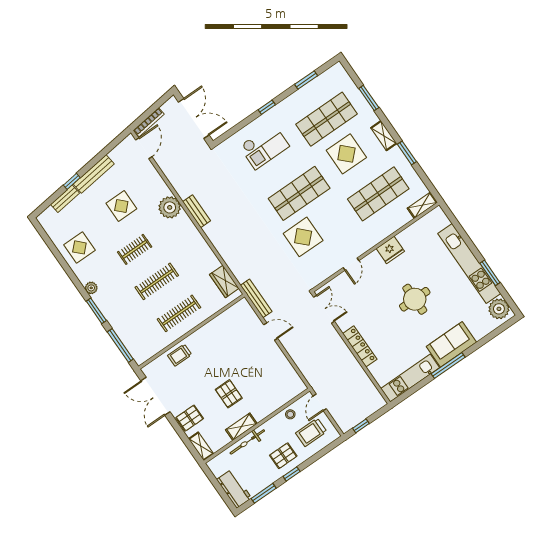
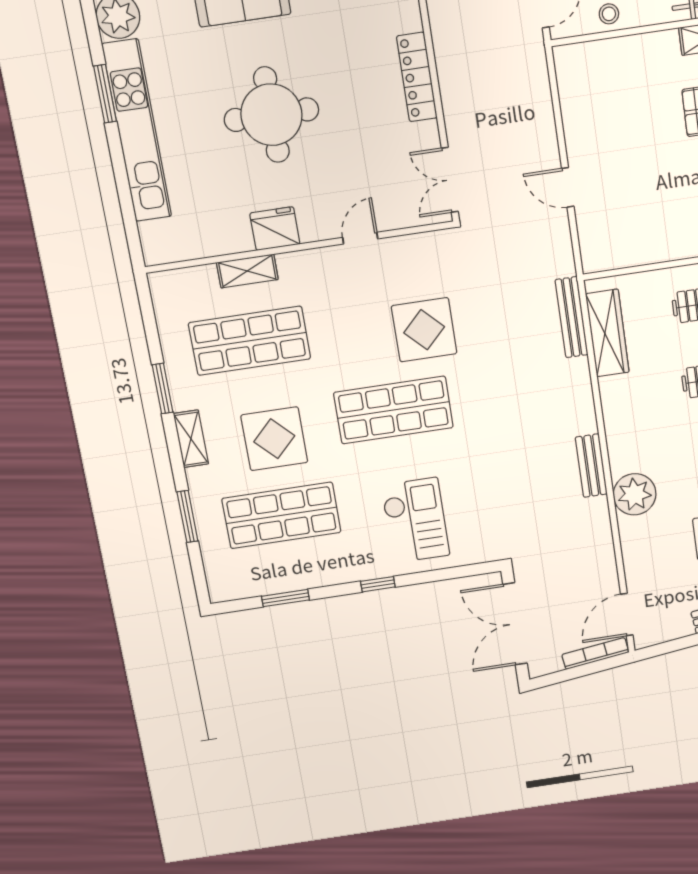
checkout: (264, 146) -> (415, 520), turned 90
shelving: (422, 205) -> (247, 271), moved
wardrobe: (224, 281) -> (607, 333), width x1.50
bench: (256, 298) -> (572, 317), moved
round table: (415, 299) -> (271, 115), width x1.36, depth x1.36

